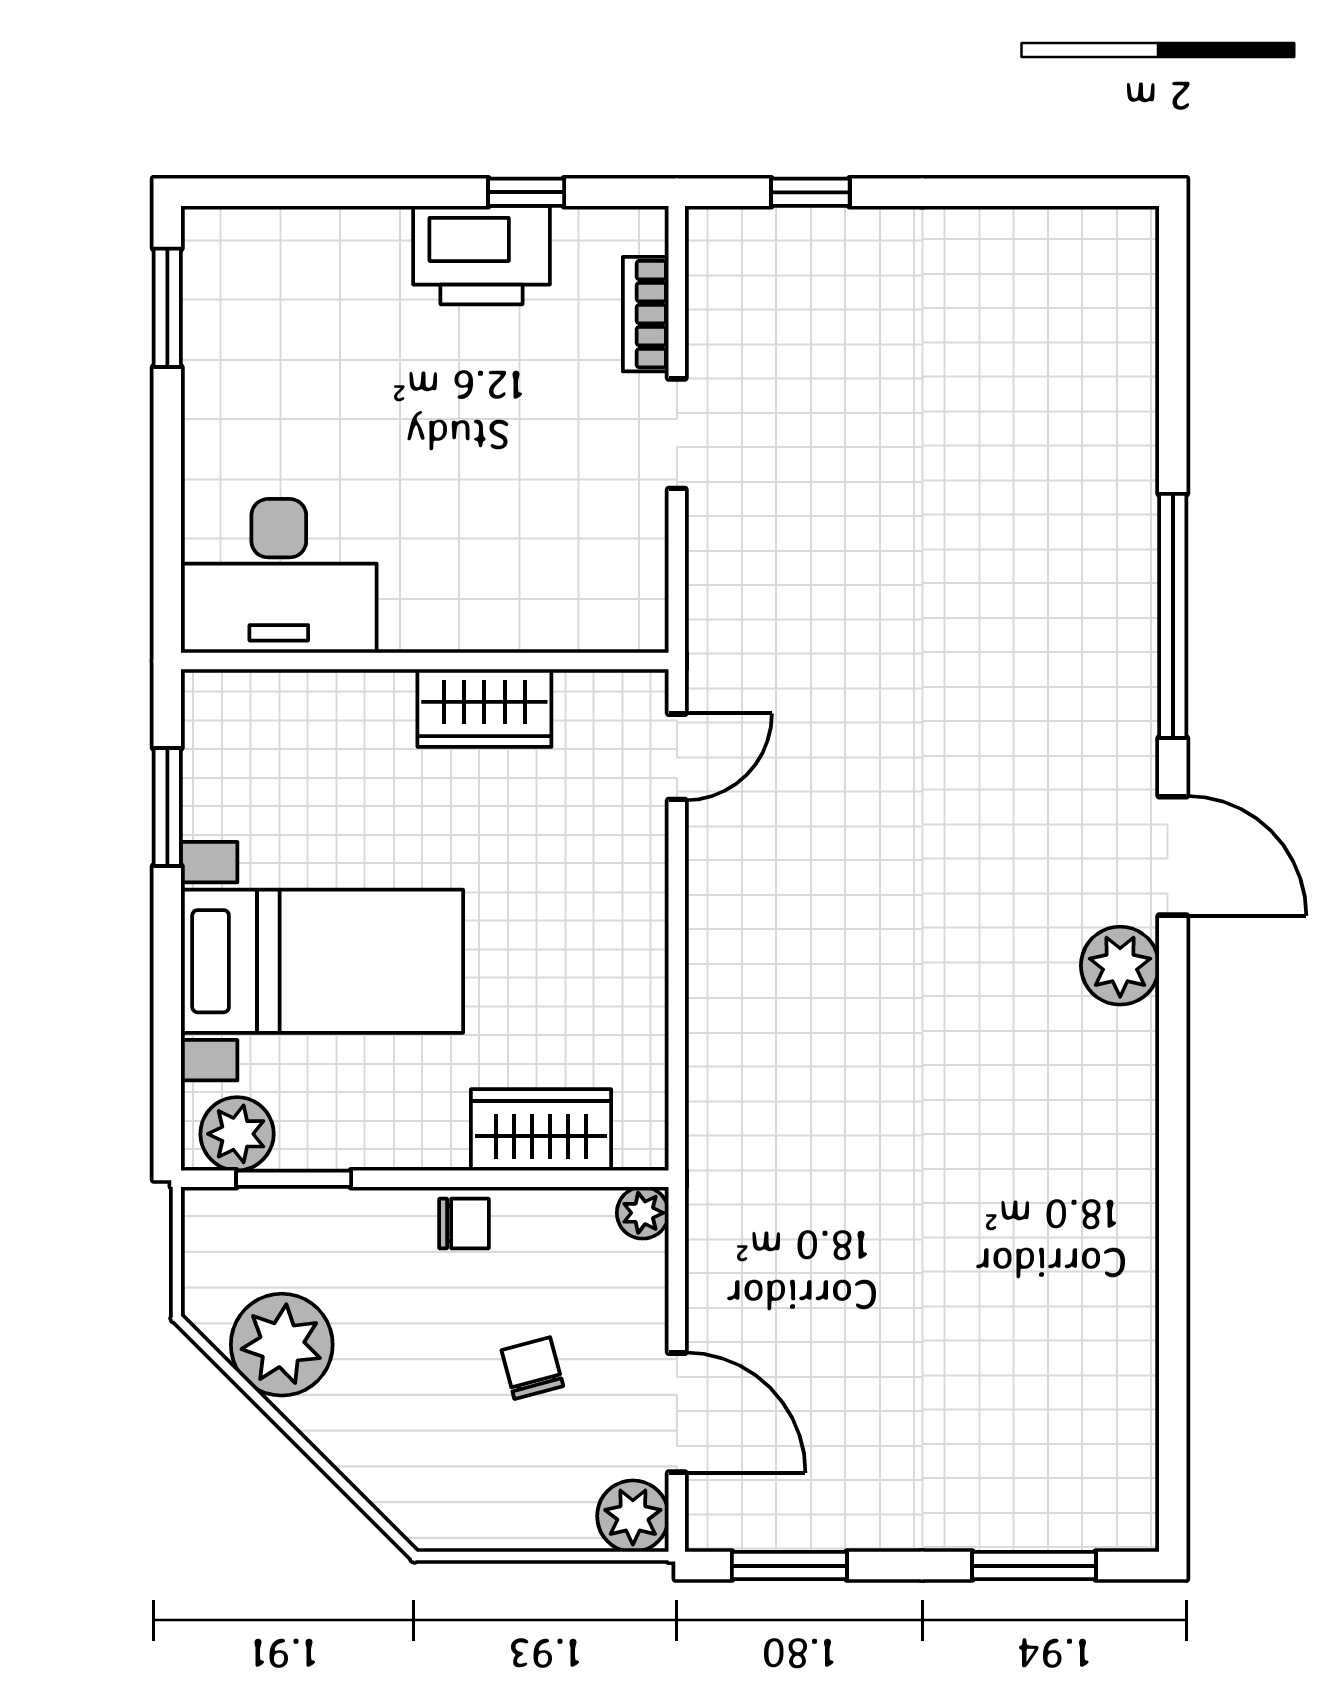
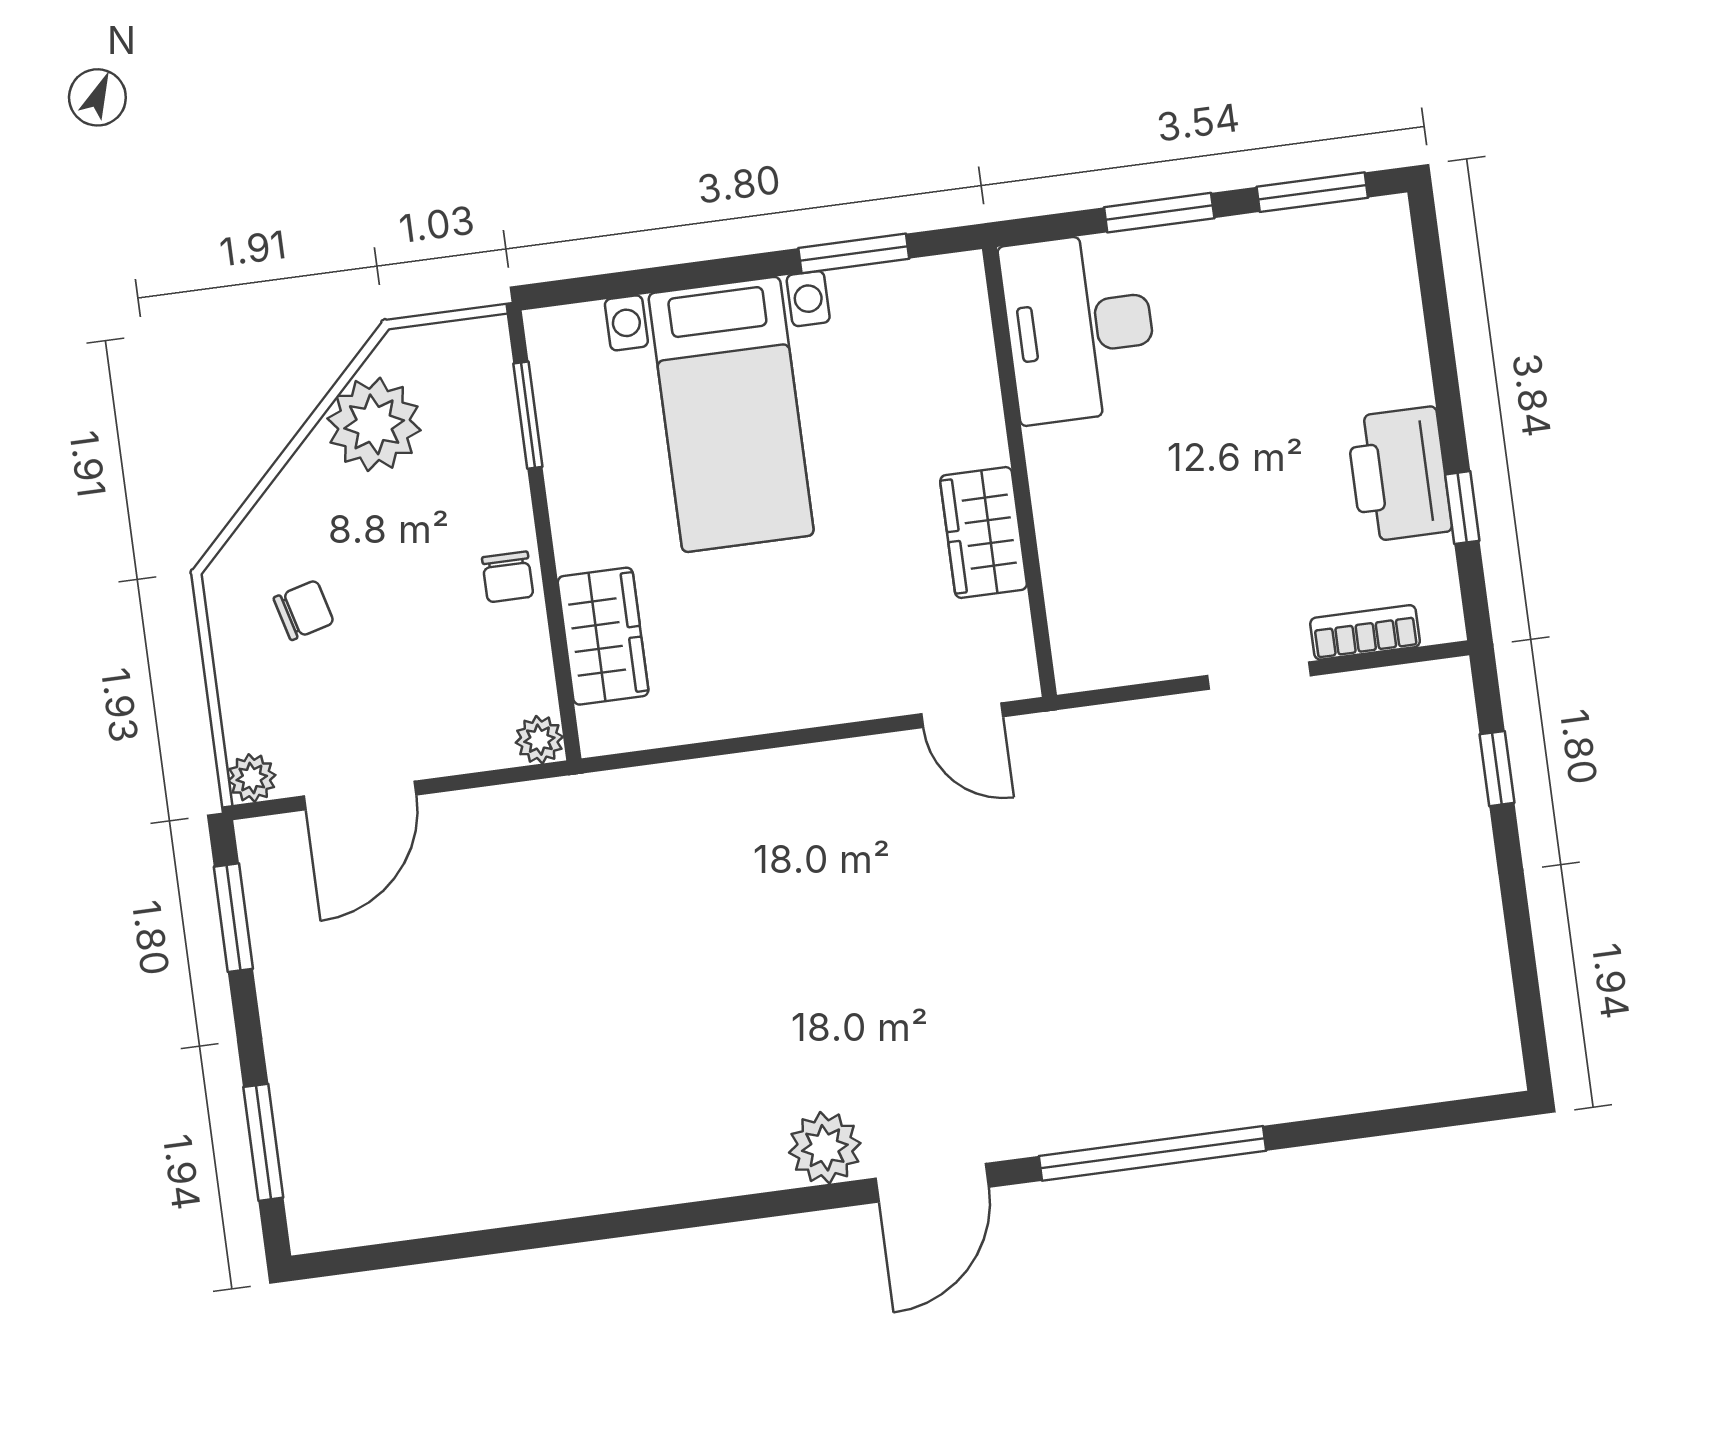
window: (167, 474) -> (1159, 213), added
plant: (237, 1134) -> (562, 357), removed
chair: (532, 1368) -> (304, 610), moved
plant: (633, 1516) -> (252, 778), width x0.73, depth x0.73

